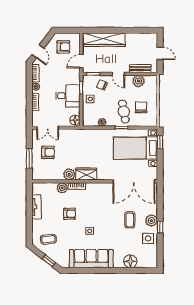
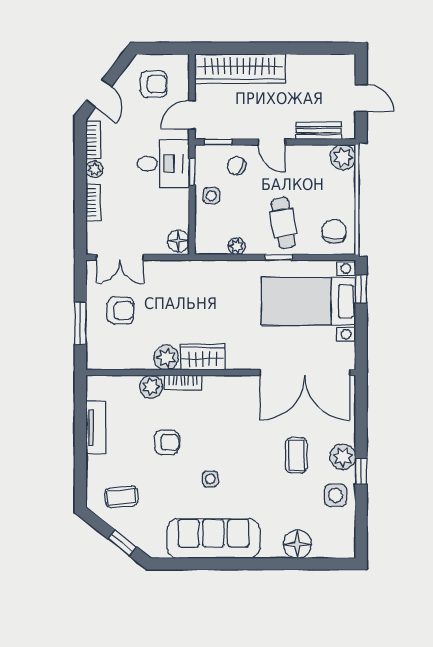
plant: (139, 81) -> (343, 157), moved
desk: (68, 96) -> (163, 164), moved
chair: (141, 107) -> (334, 231), moved

